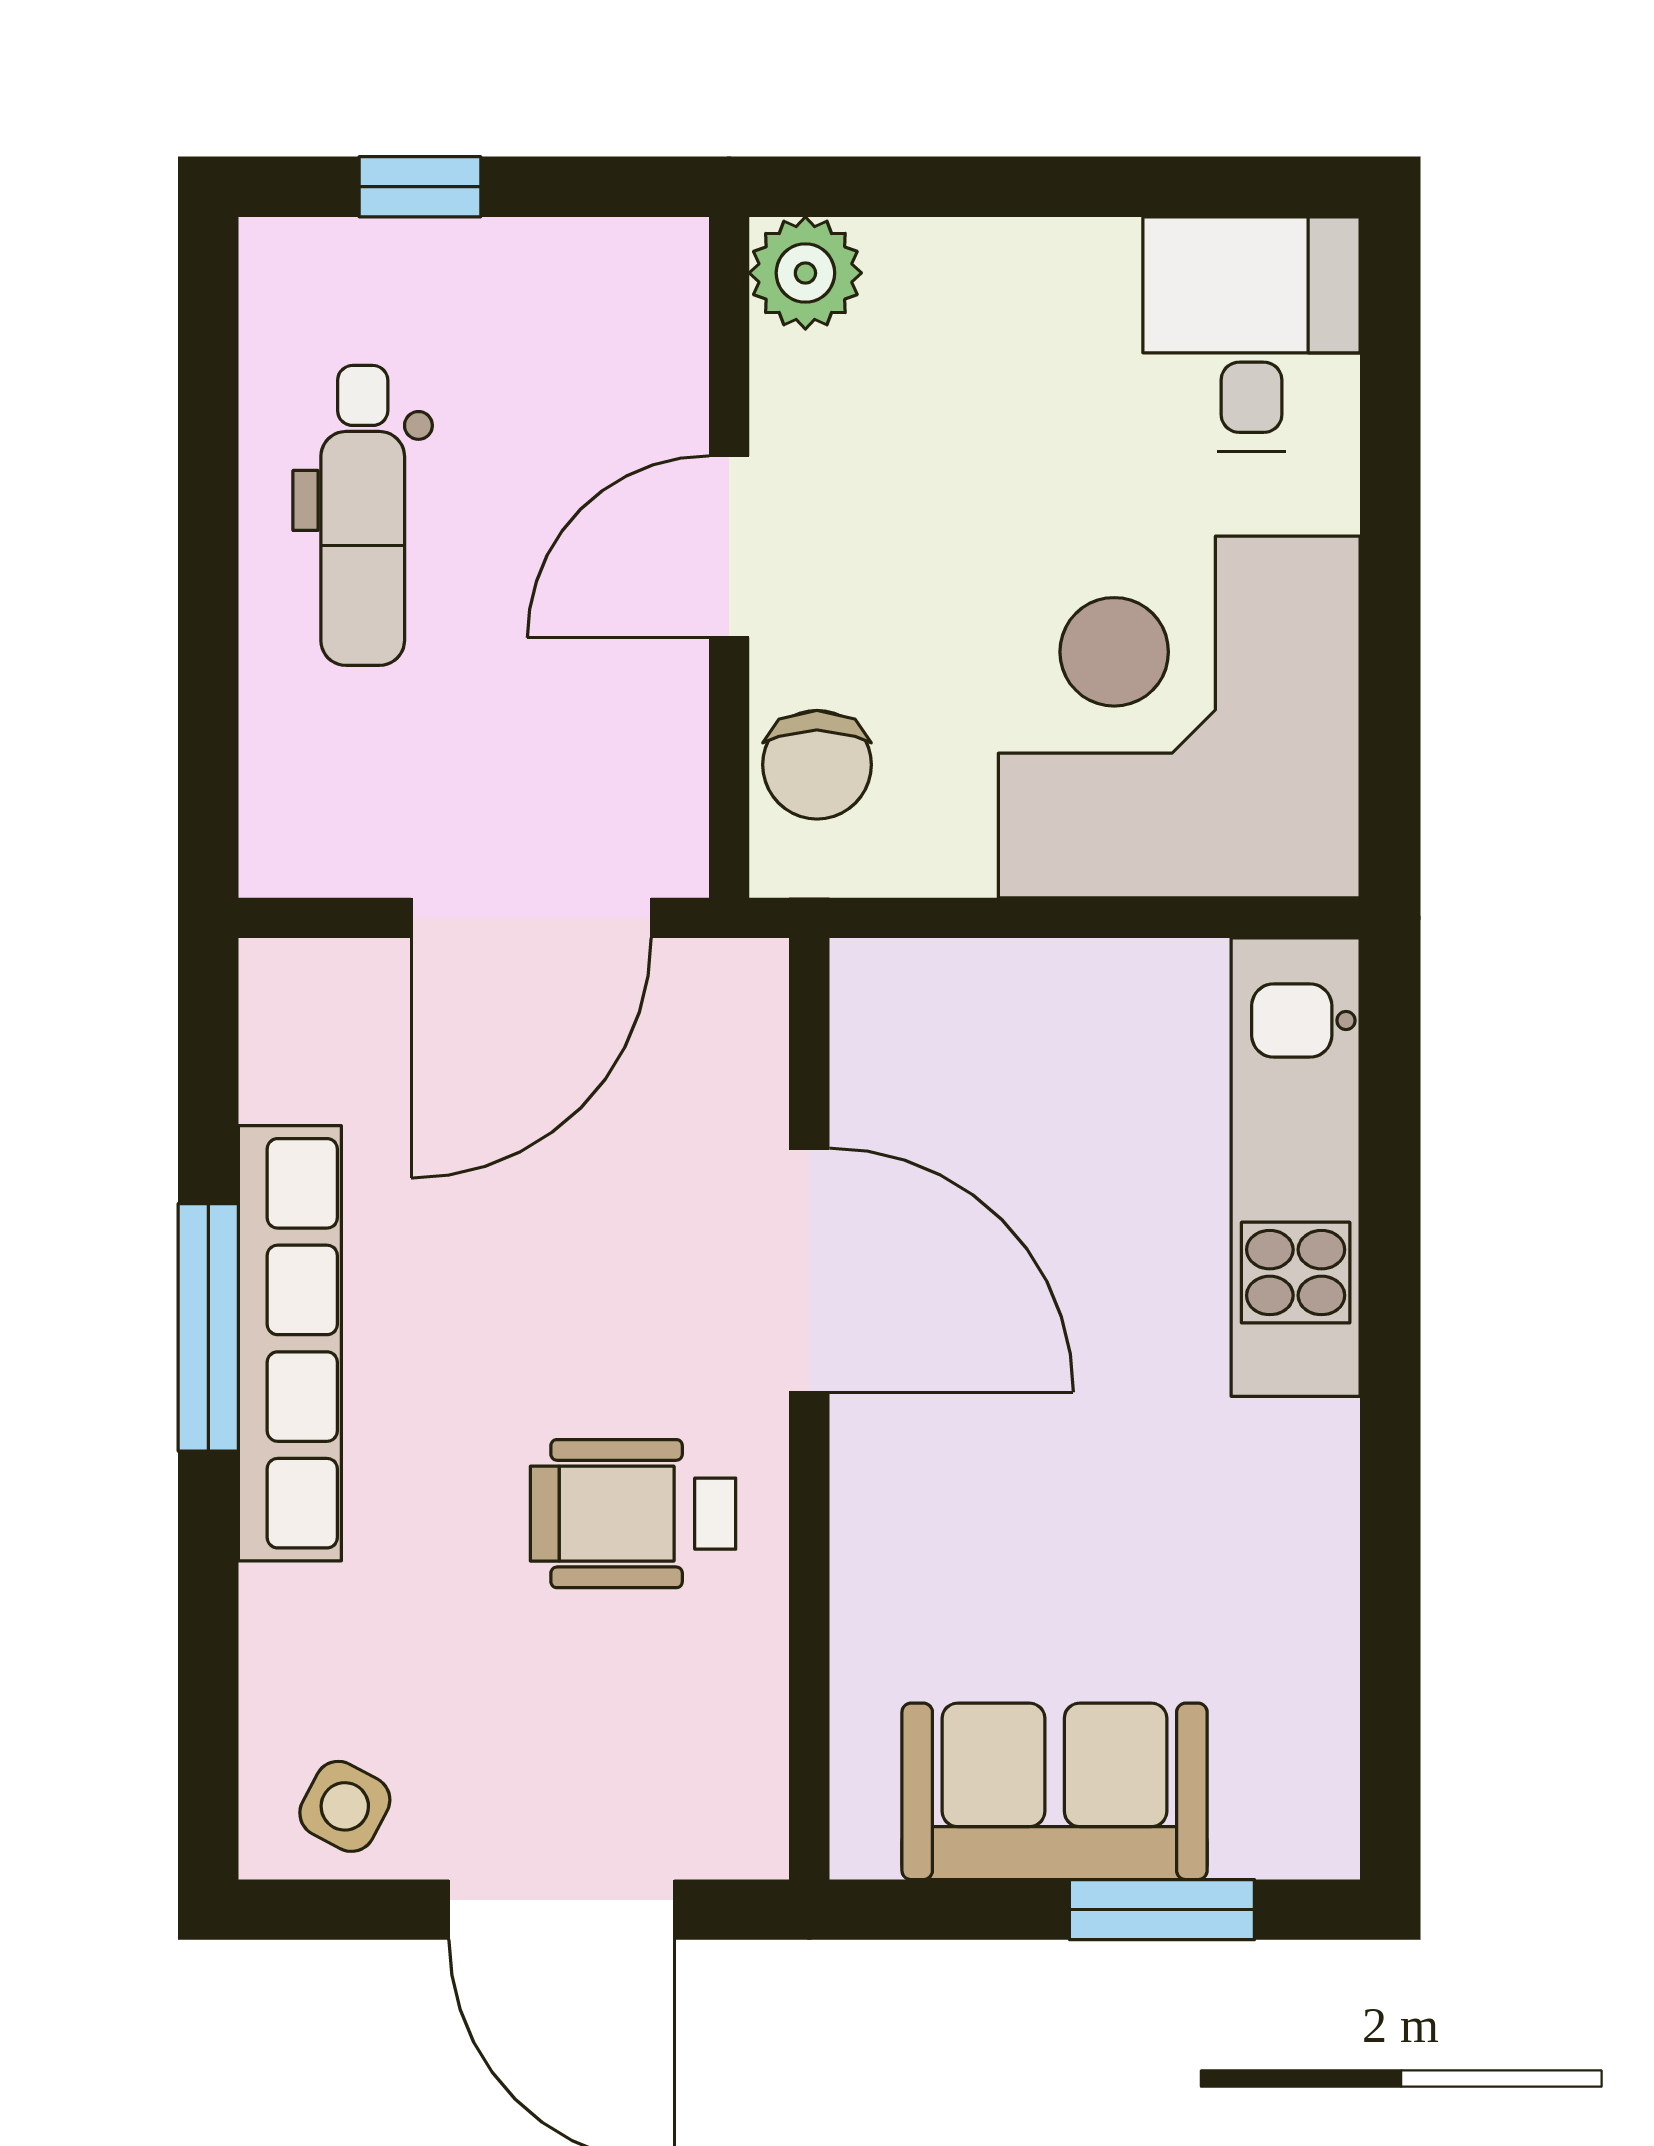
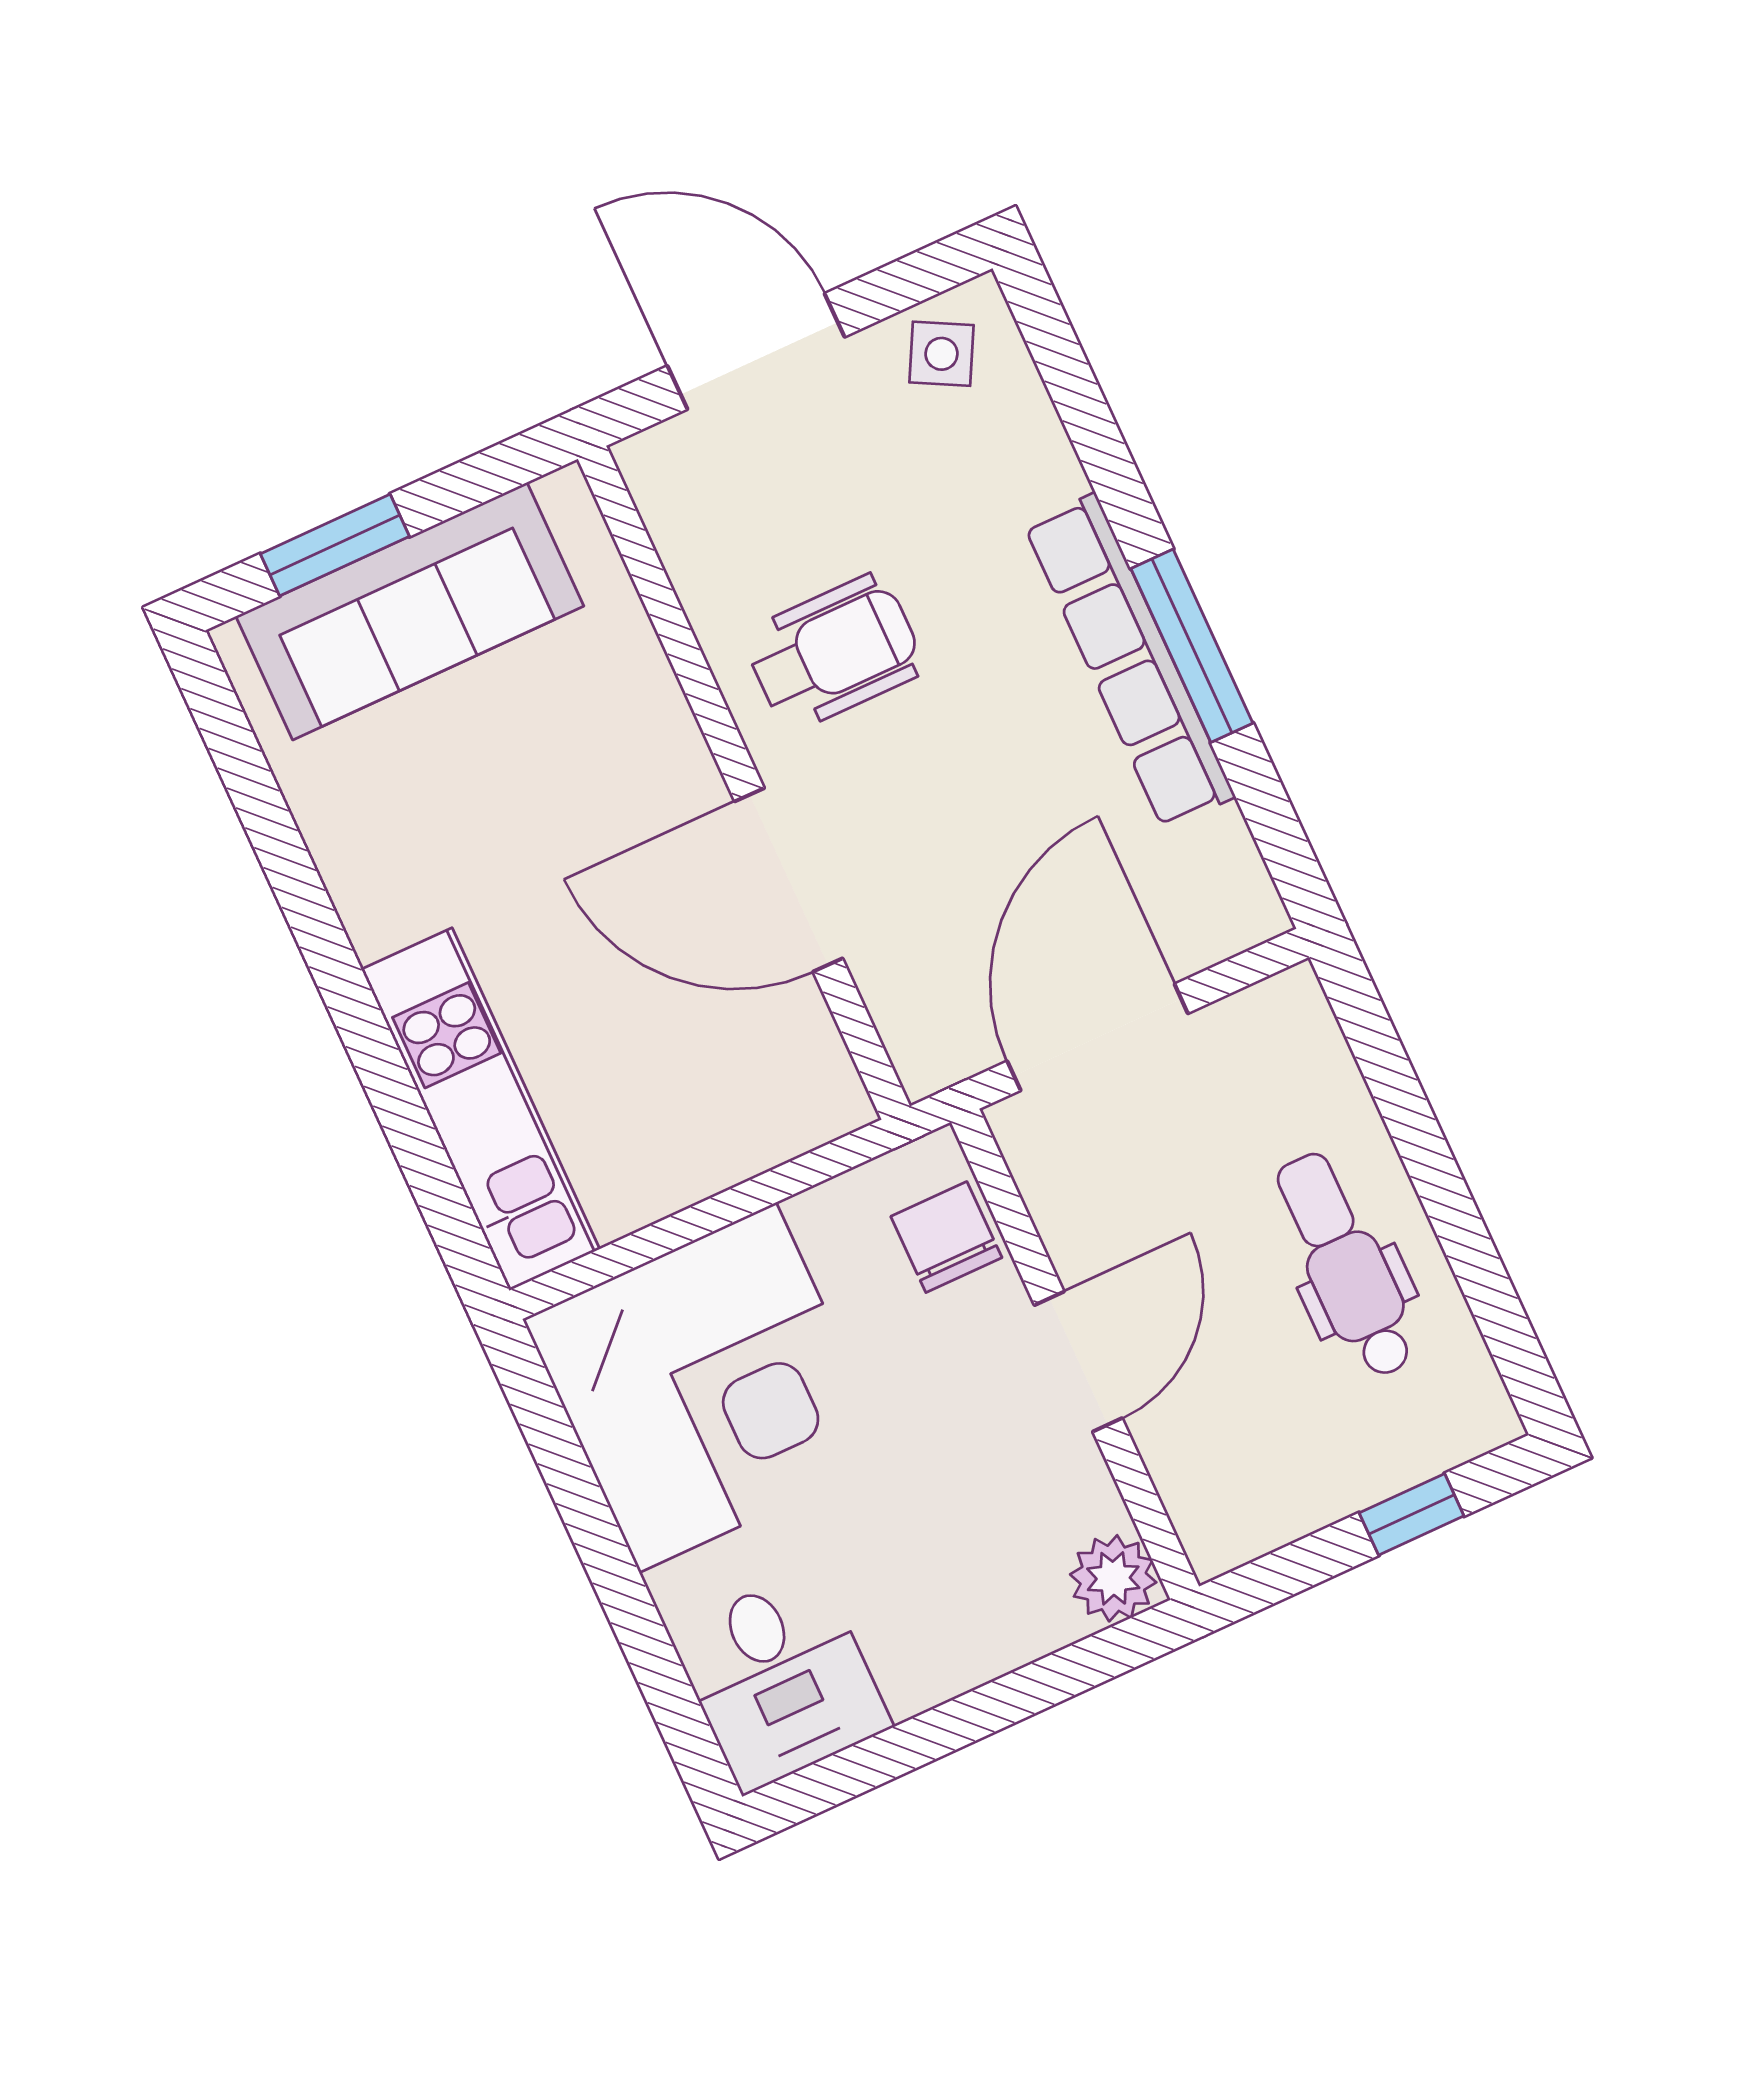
sofa: (1055, 1791) -> (410, 611), width x1.36

